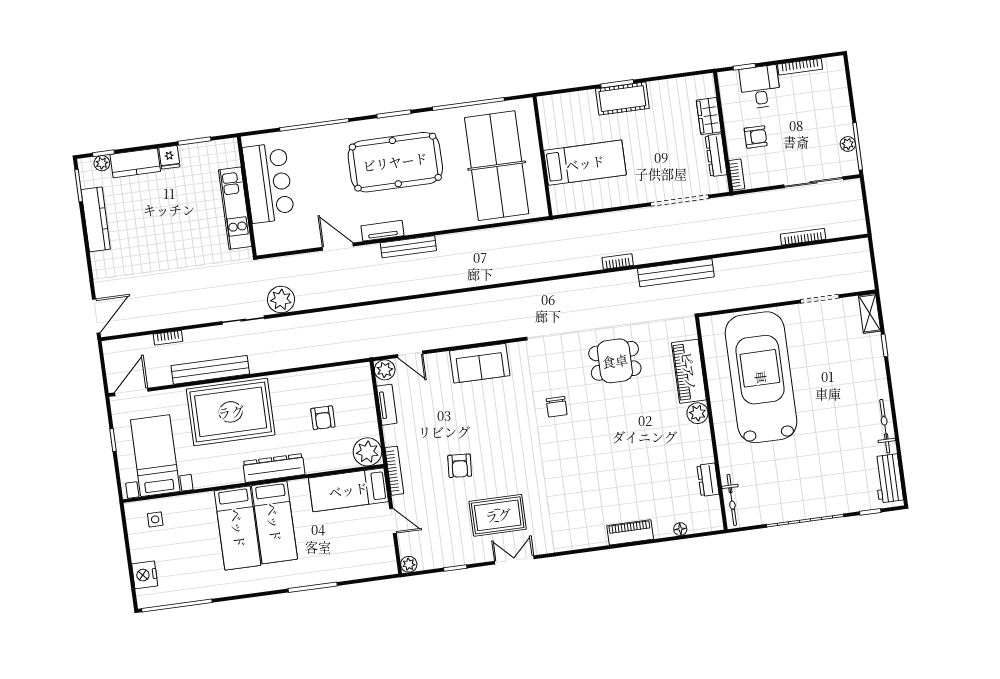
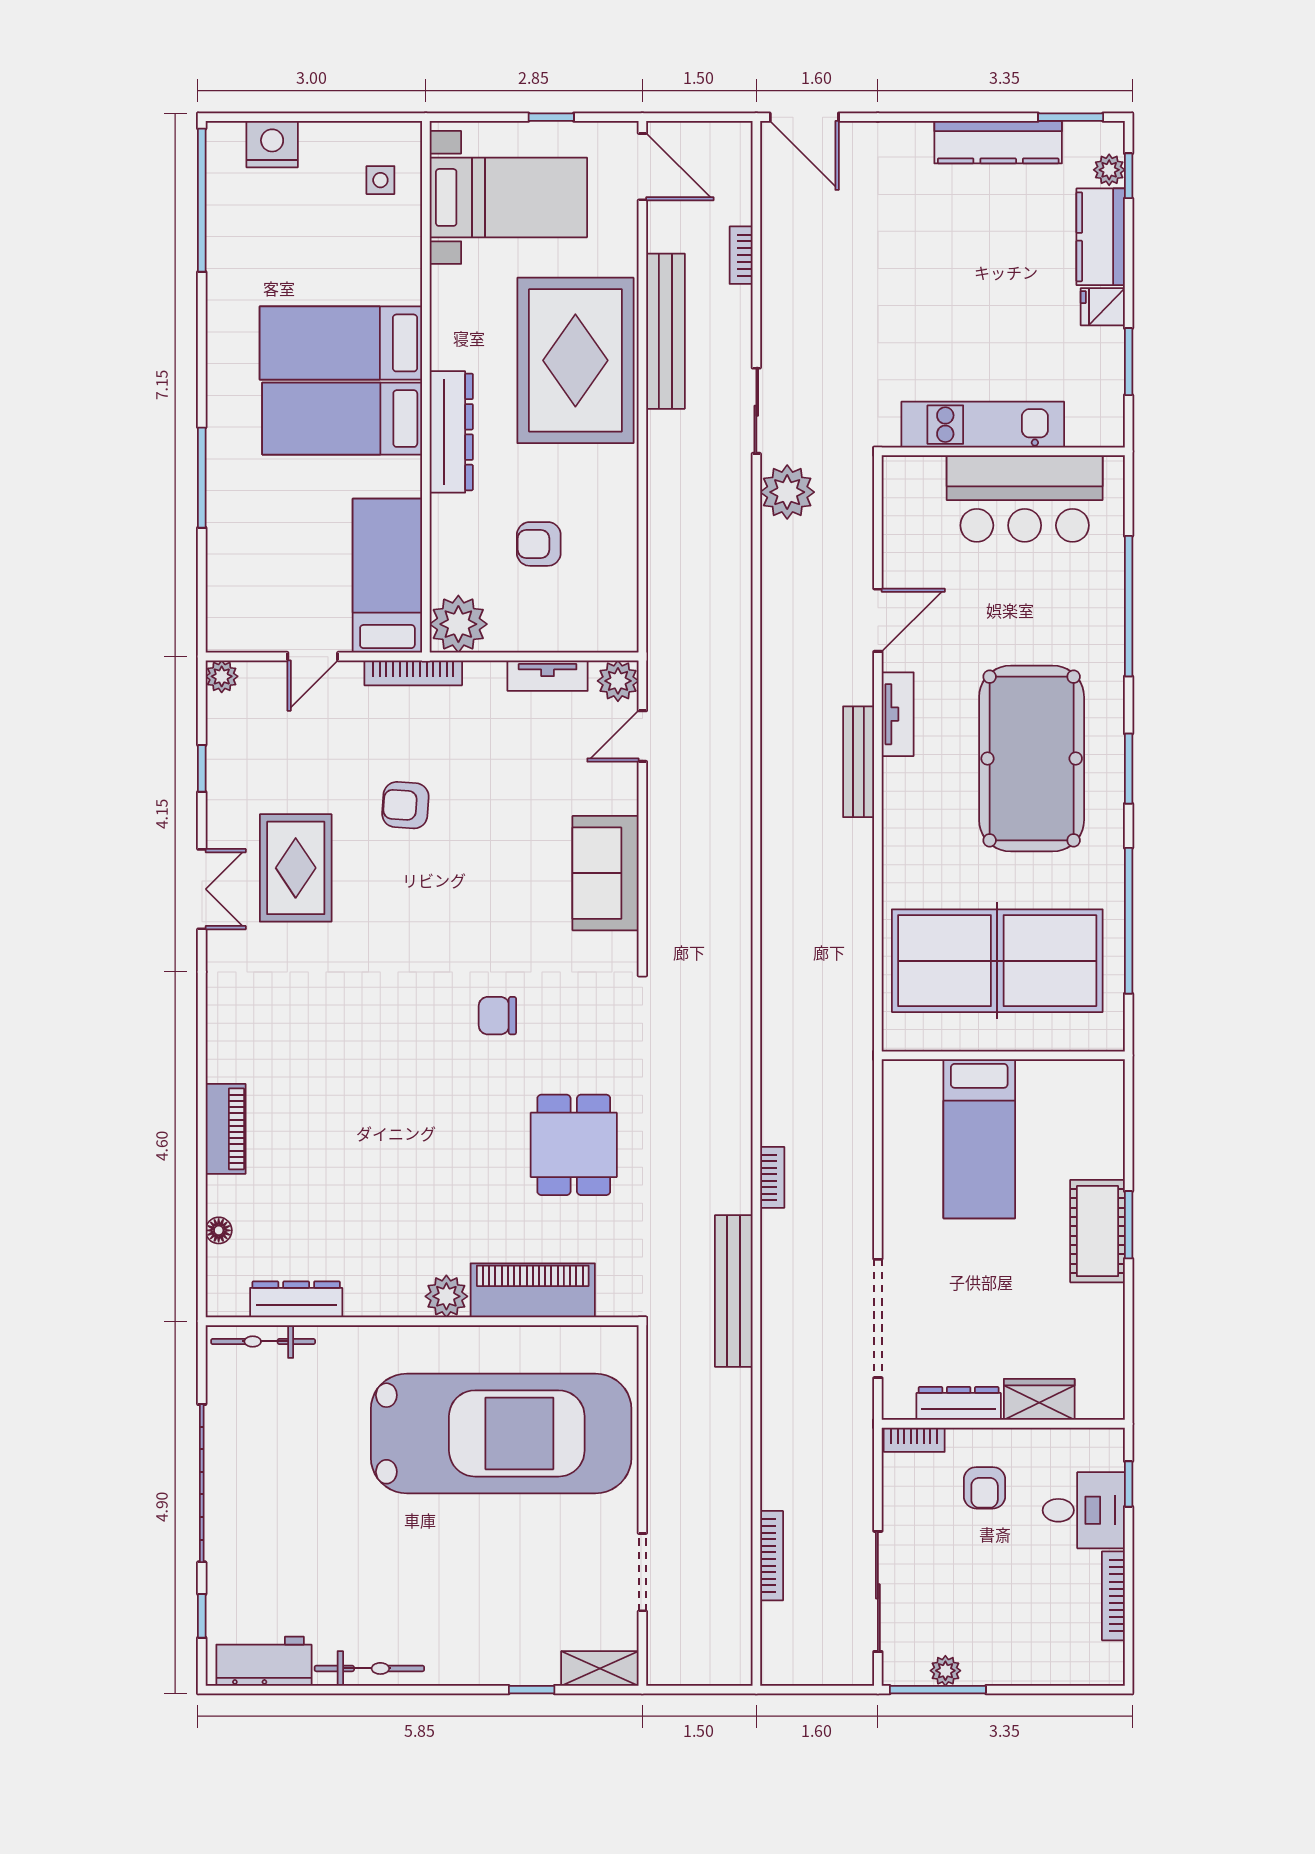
dresser: (708, 480) -> (296, 1299), width x1.44

